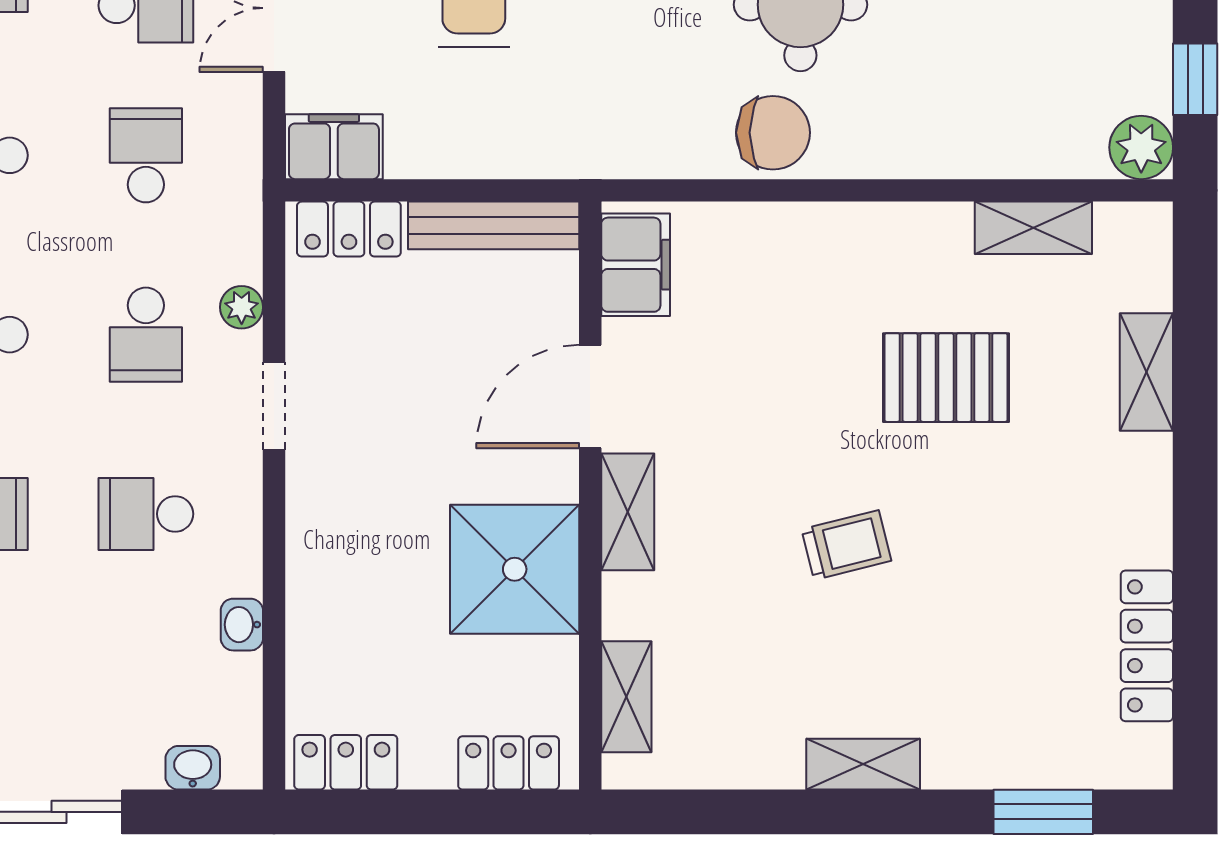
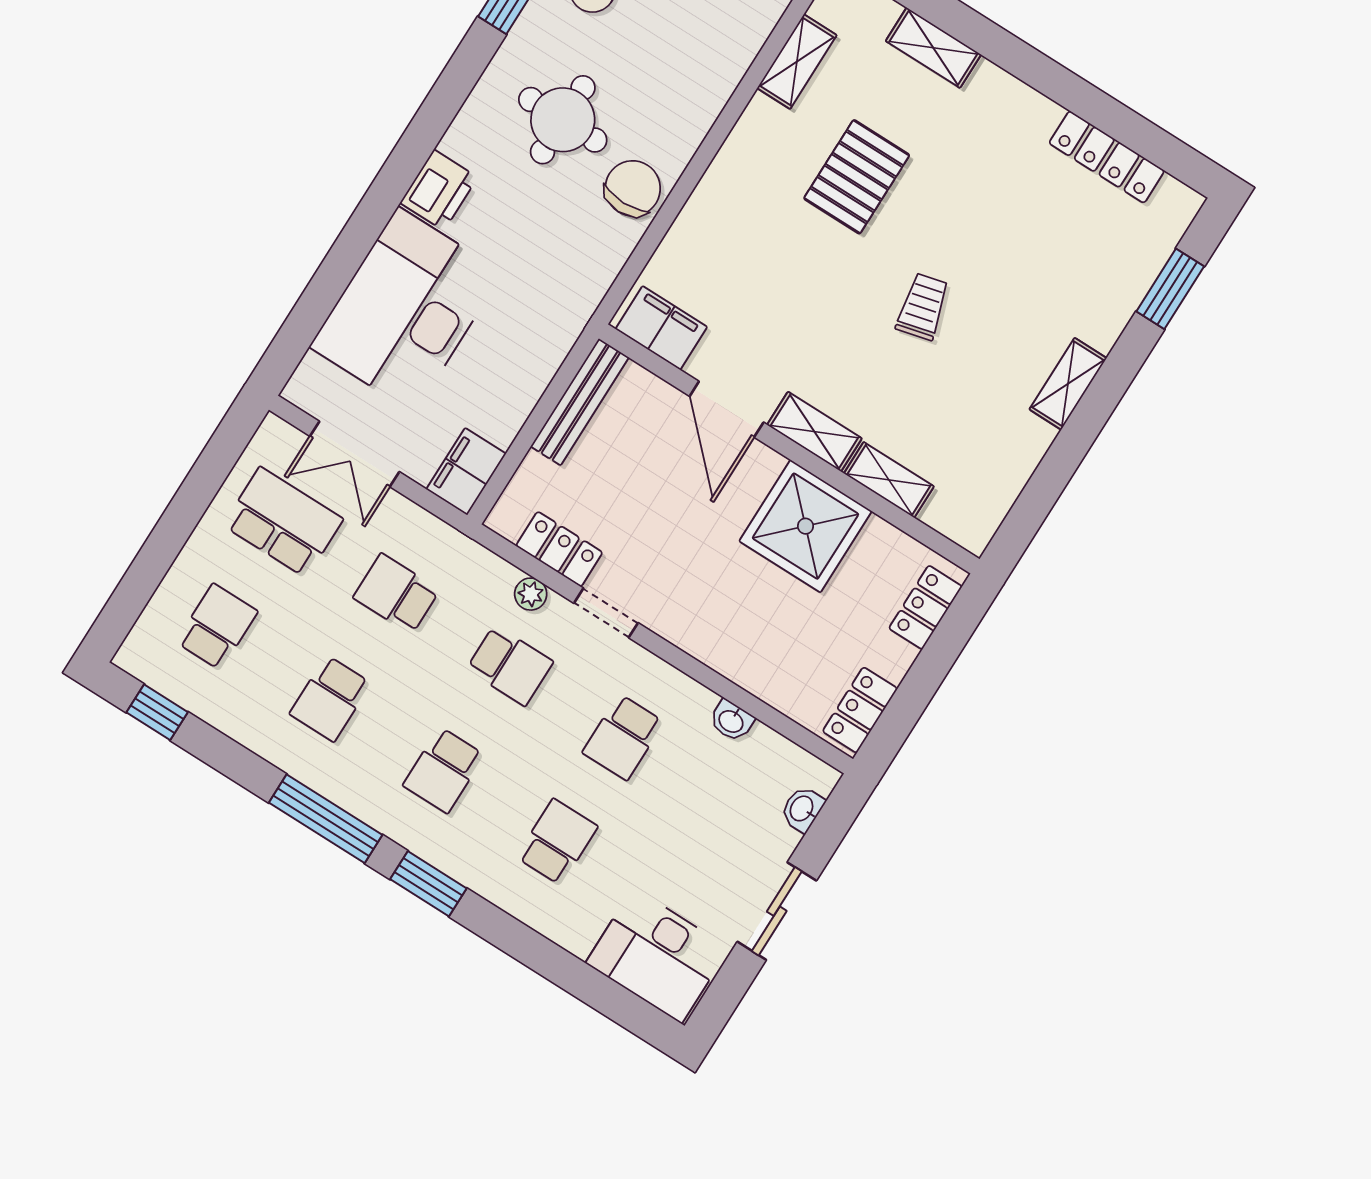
locker: (349, 229) -> (559, 549), moved, turned -90
shelving: (626, 697) -> (889, 480), moved

